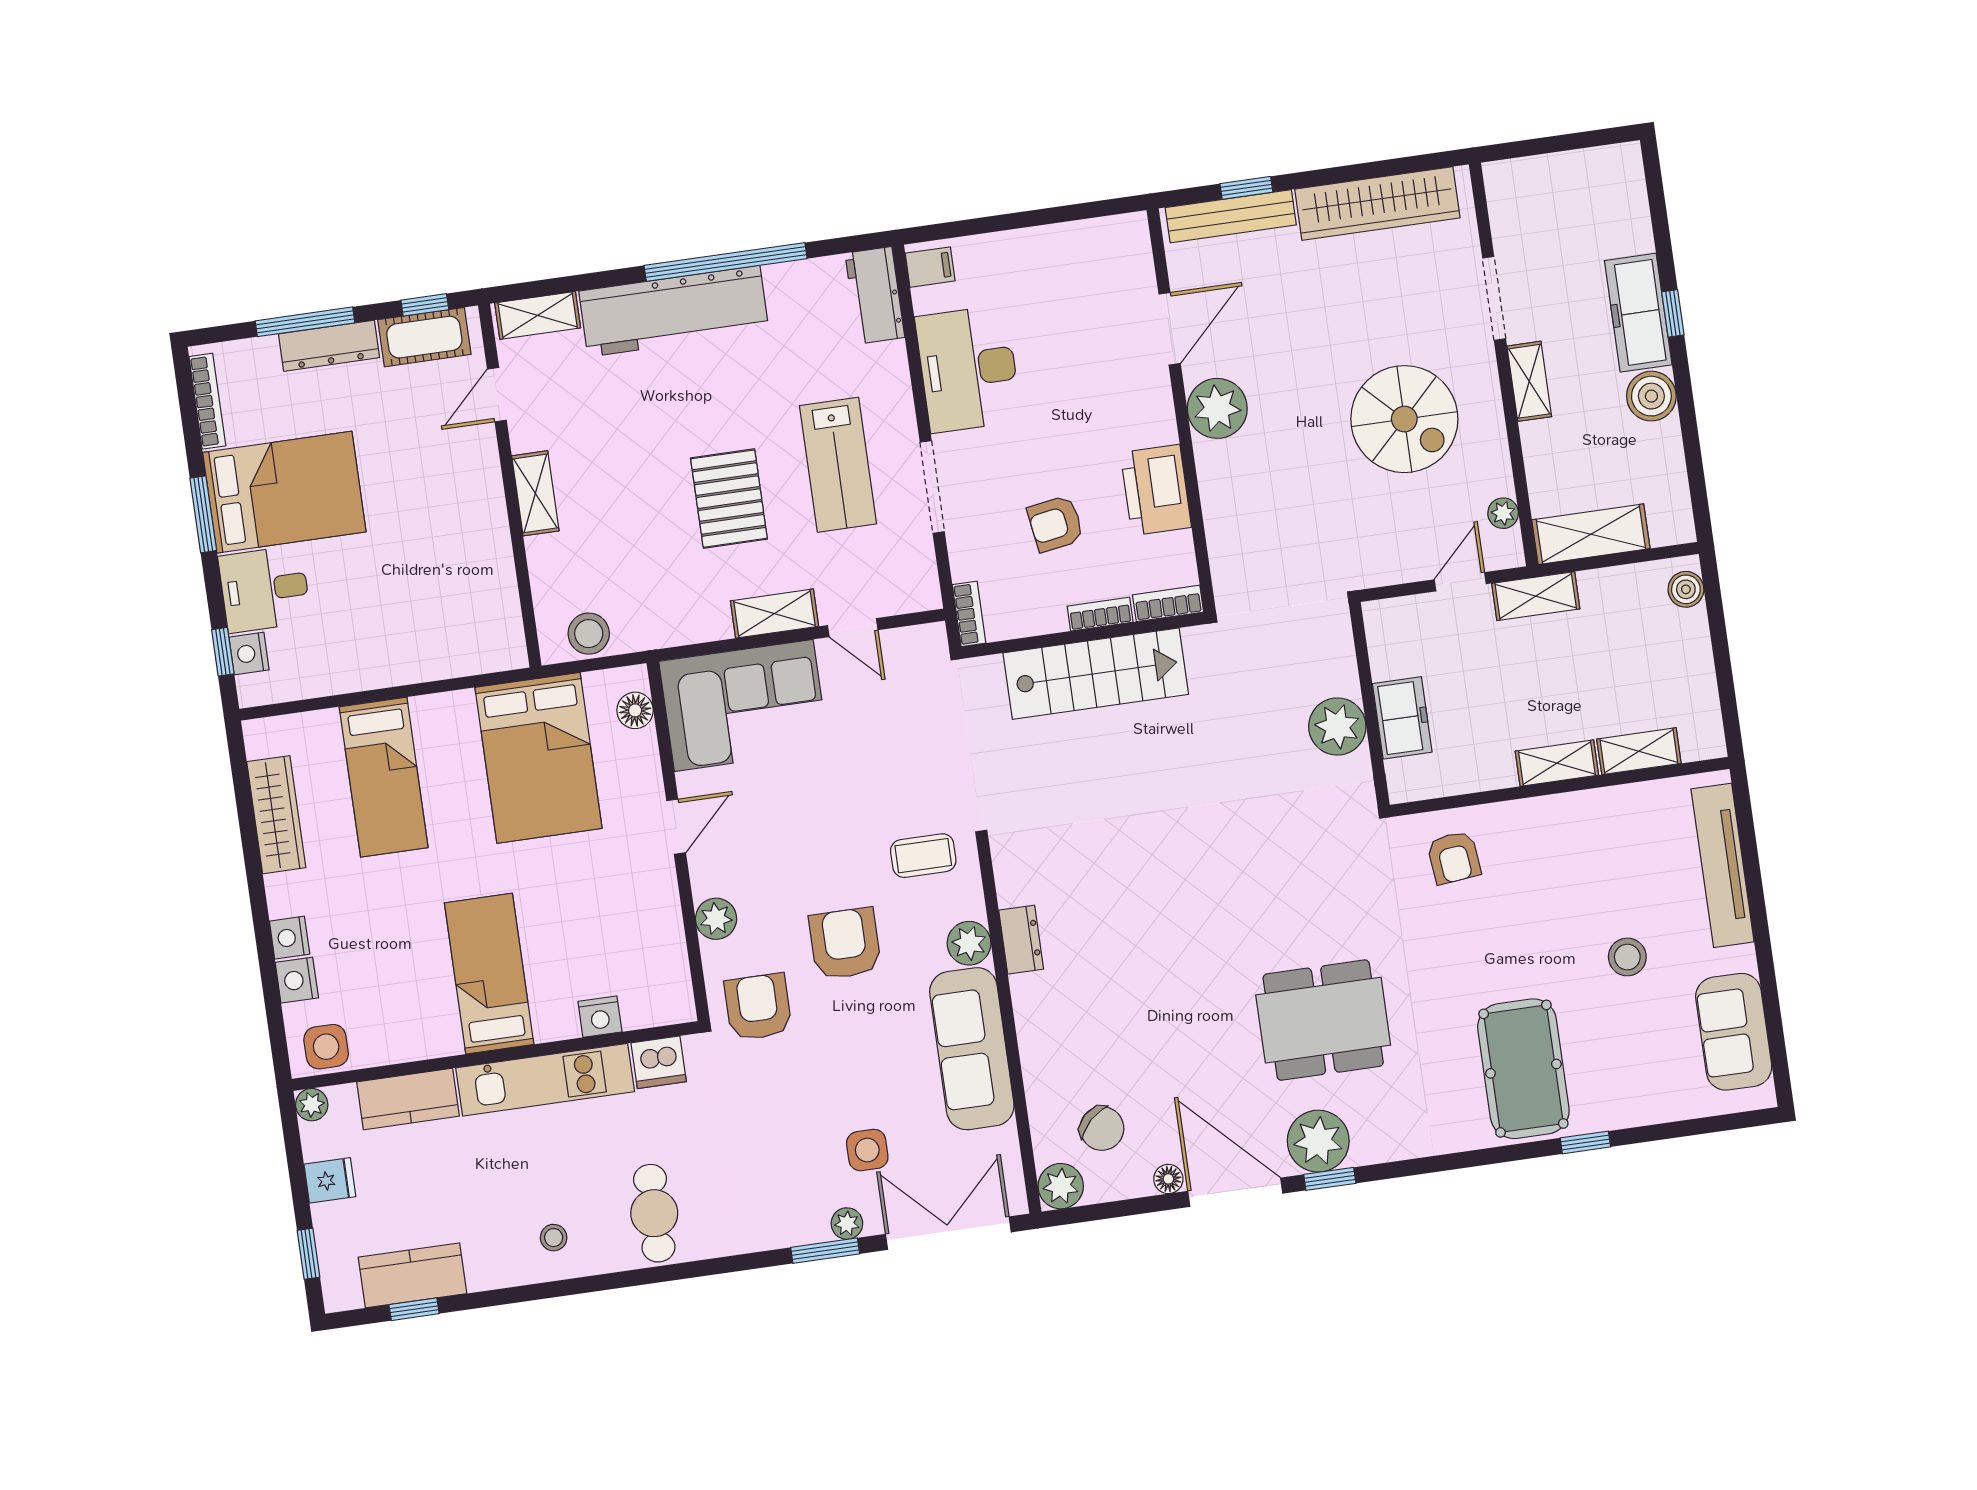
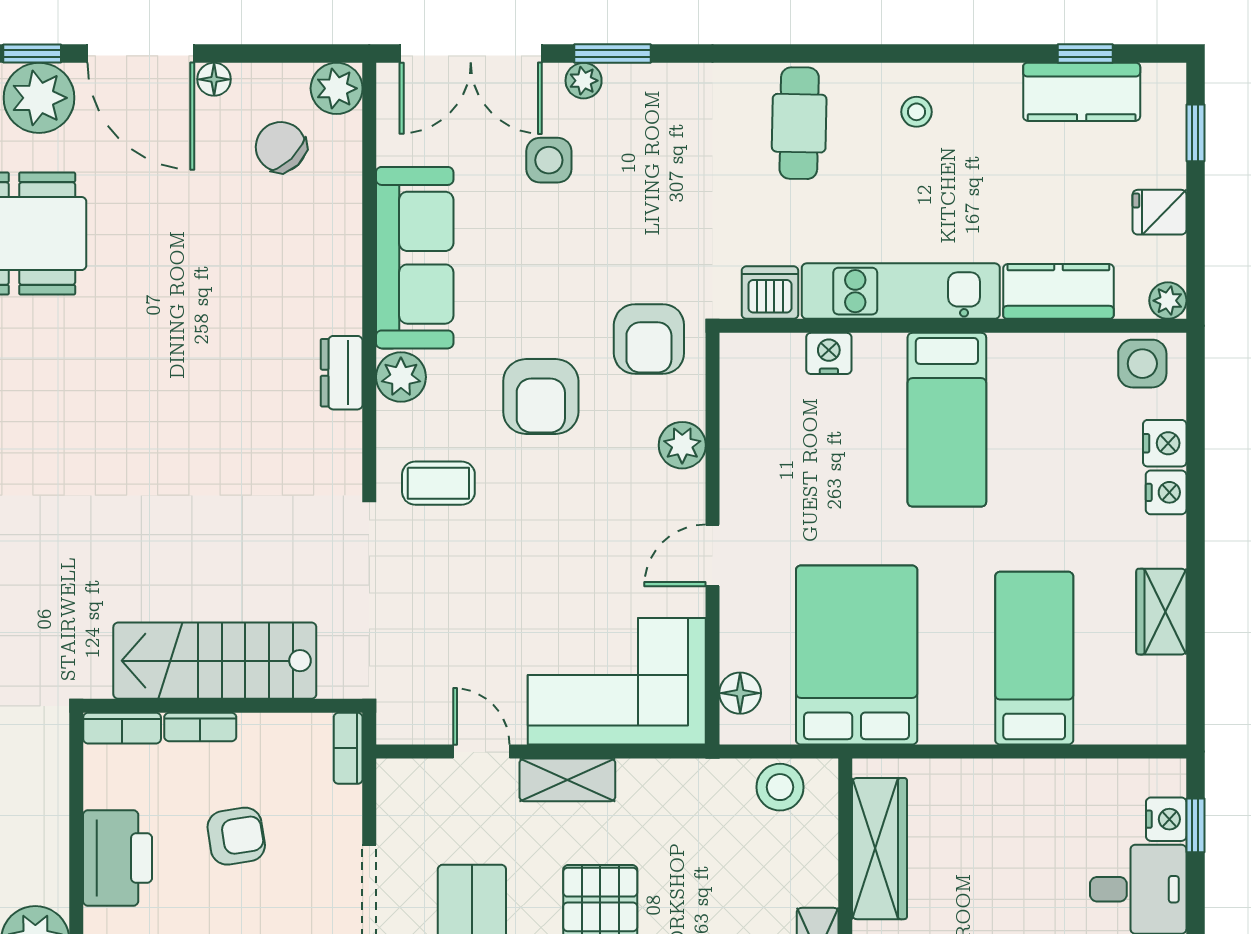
wardrobe: (495, 592) -> (879, 849), added
wardrobe: (276, 815) -> (1161, 612), width x0.67

